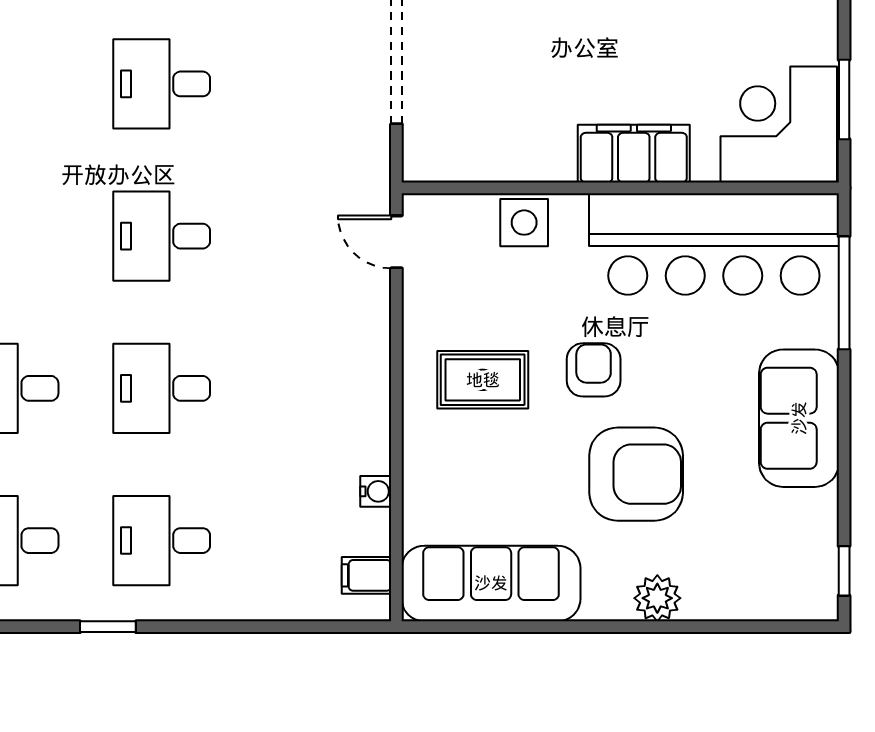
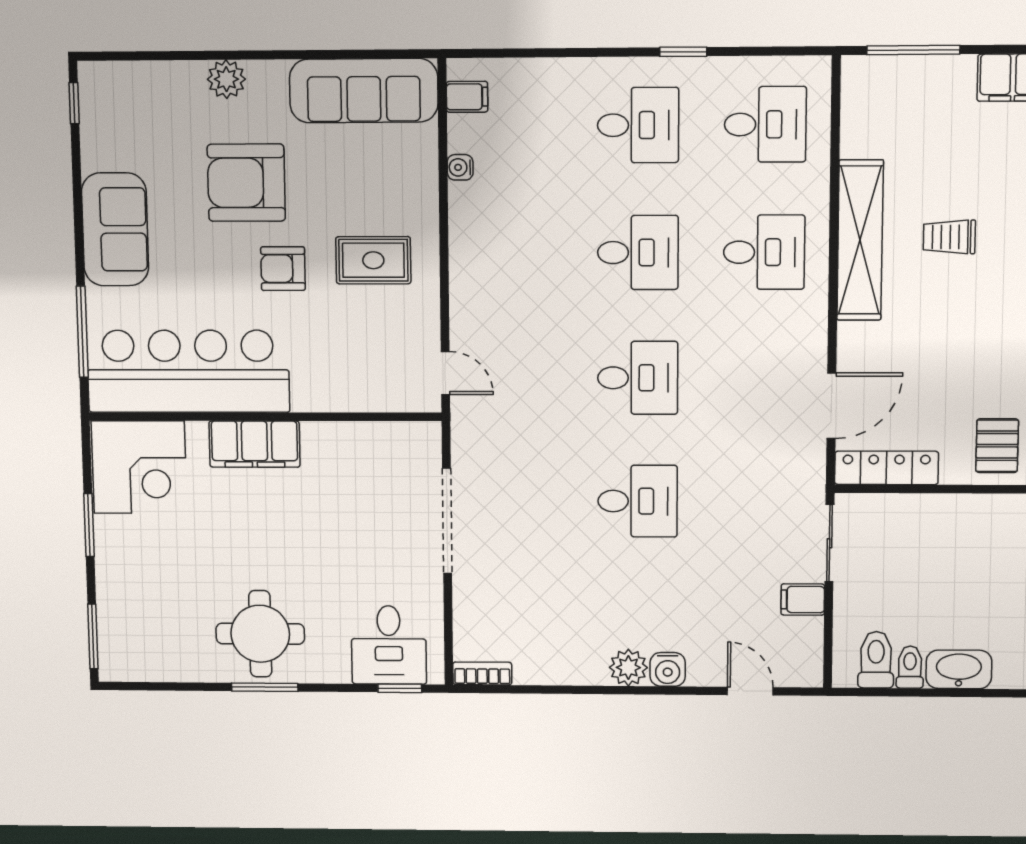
window: (844, 99) -> (89, 525), moved
side table: (524, 223) -> (342, 389), removed
armchair: (594, 370) -> (283, 269), turned 90

